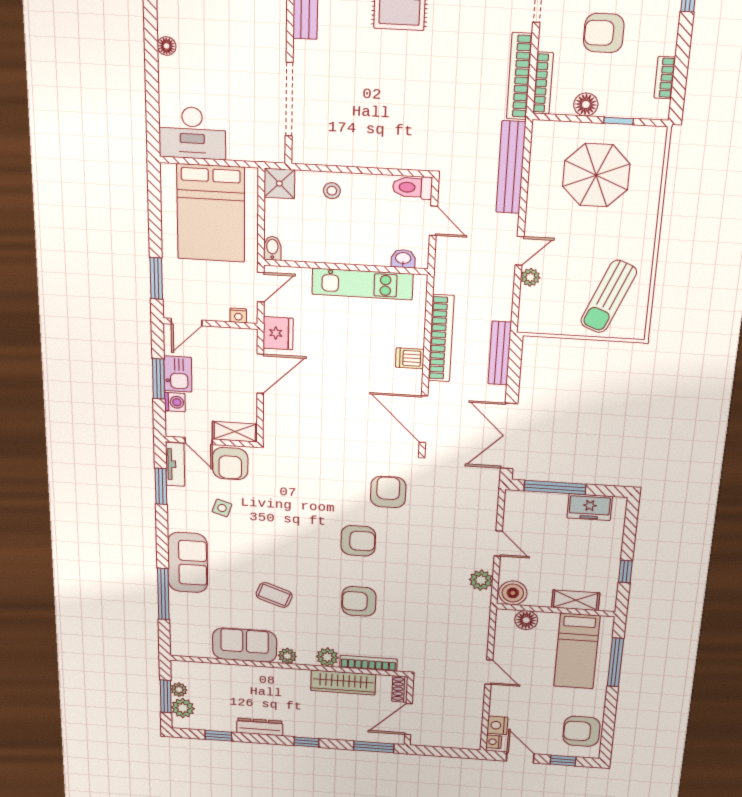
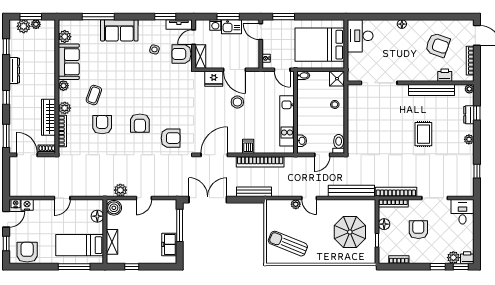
fridge: (278, 333) -> (214, 79), moved
stool: (323, 372) -> (237, 102), added
coffee table: (274, 595) -> (94, 95), moved
plant: (200, 648) -> (65, 37), added

